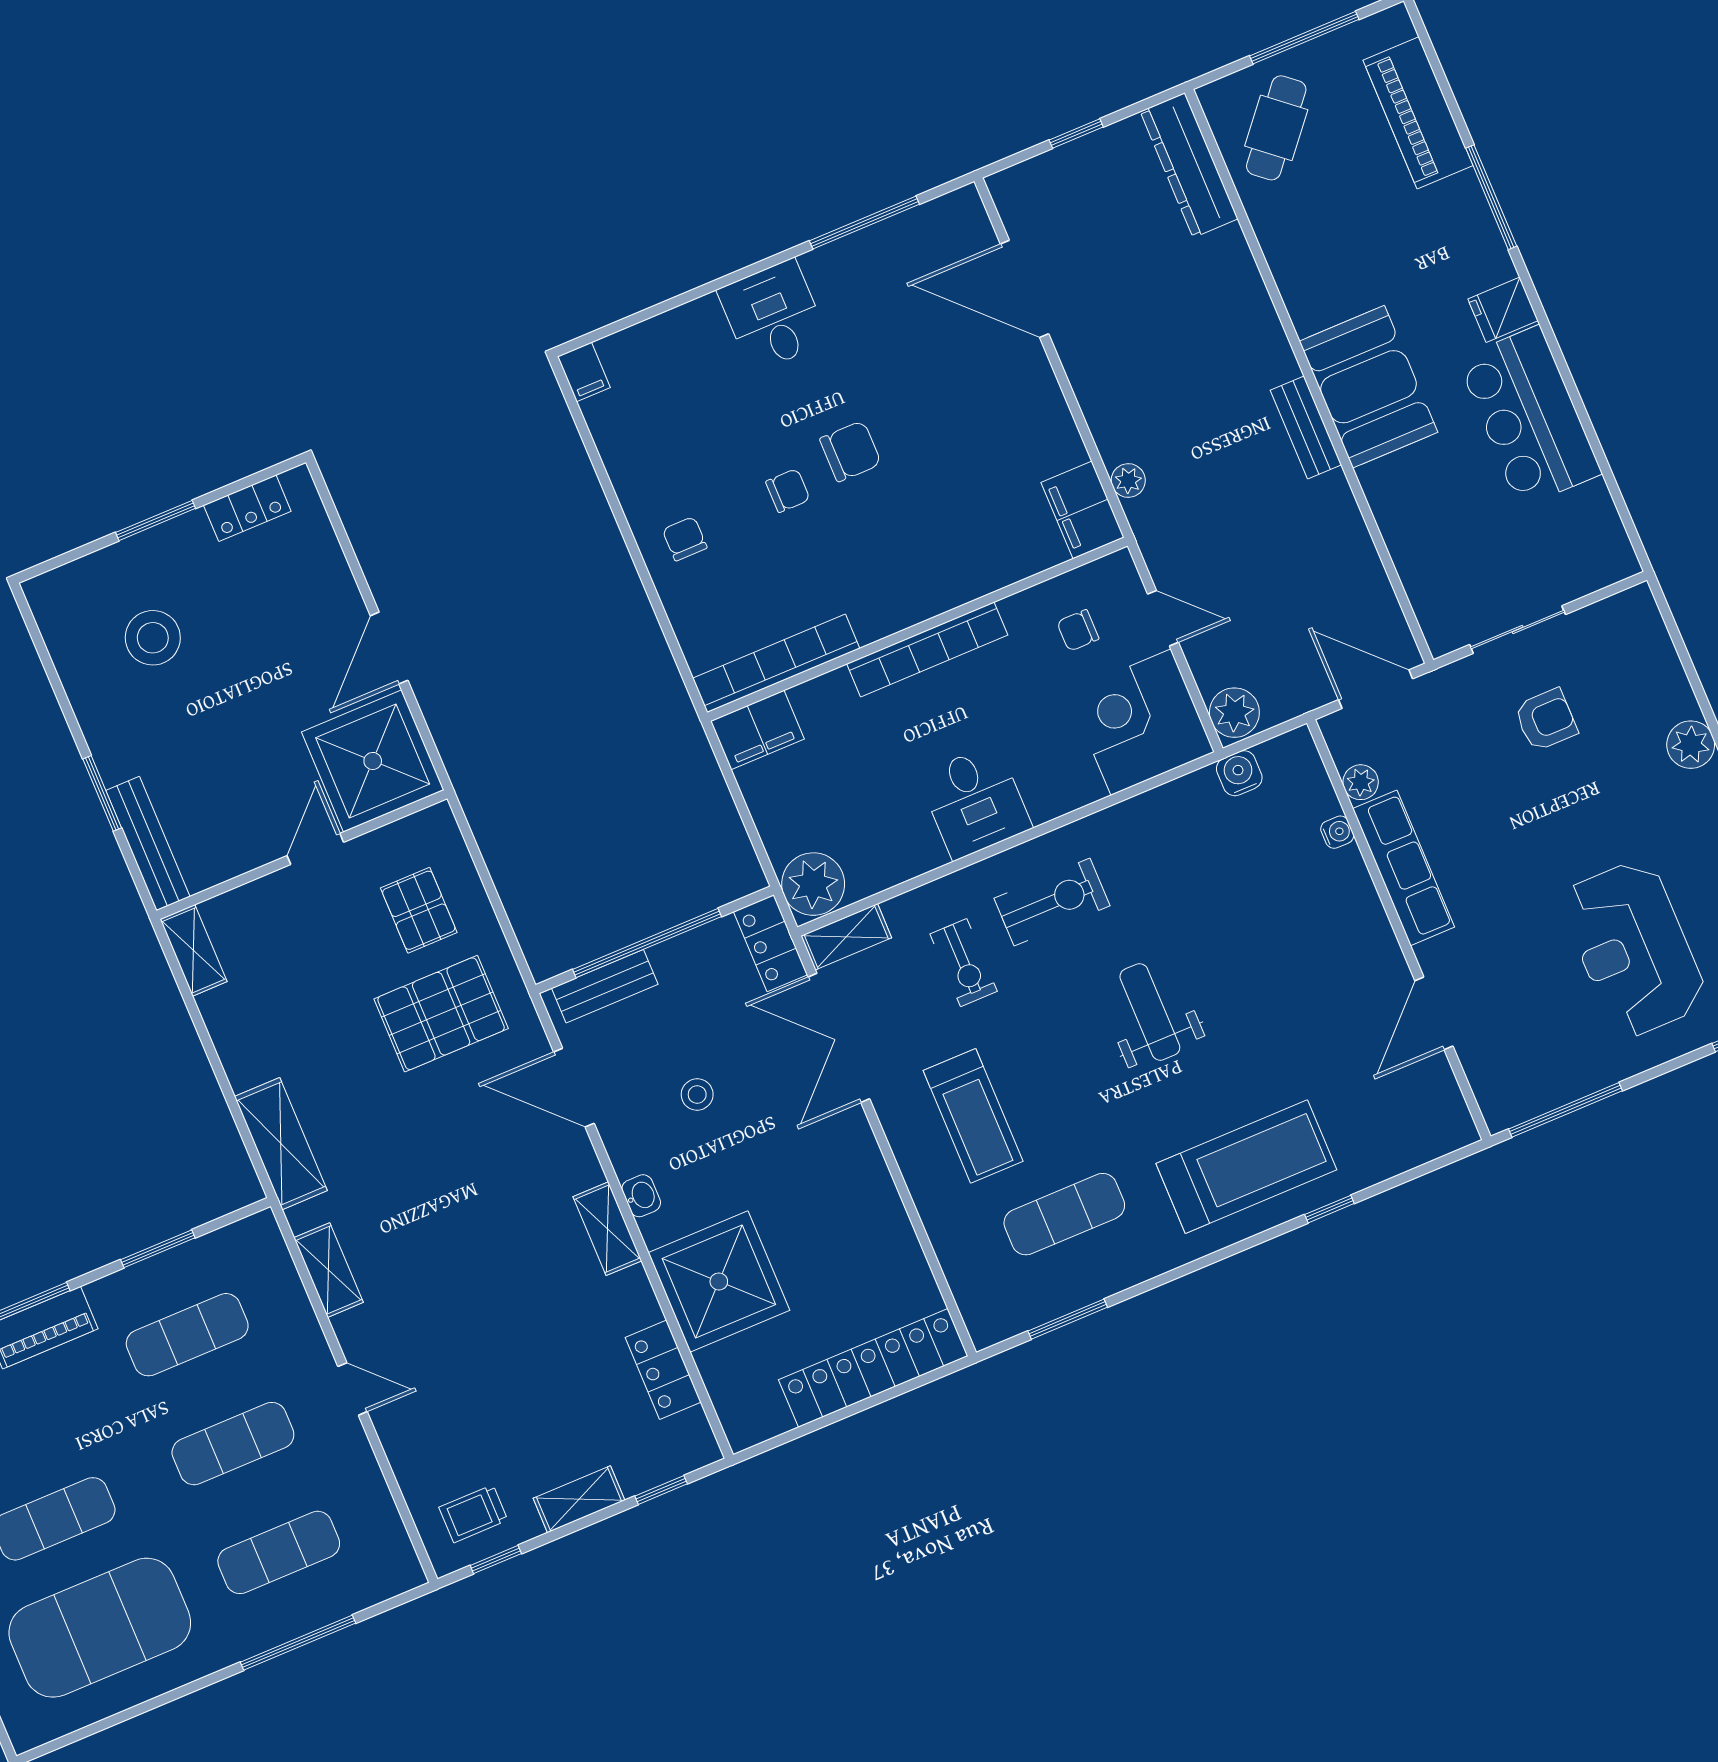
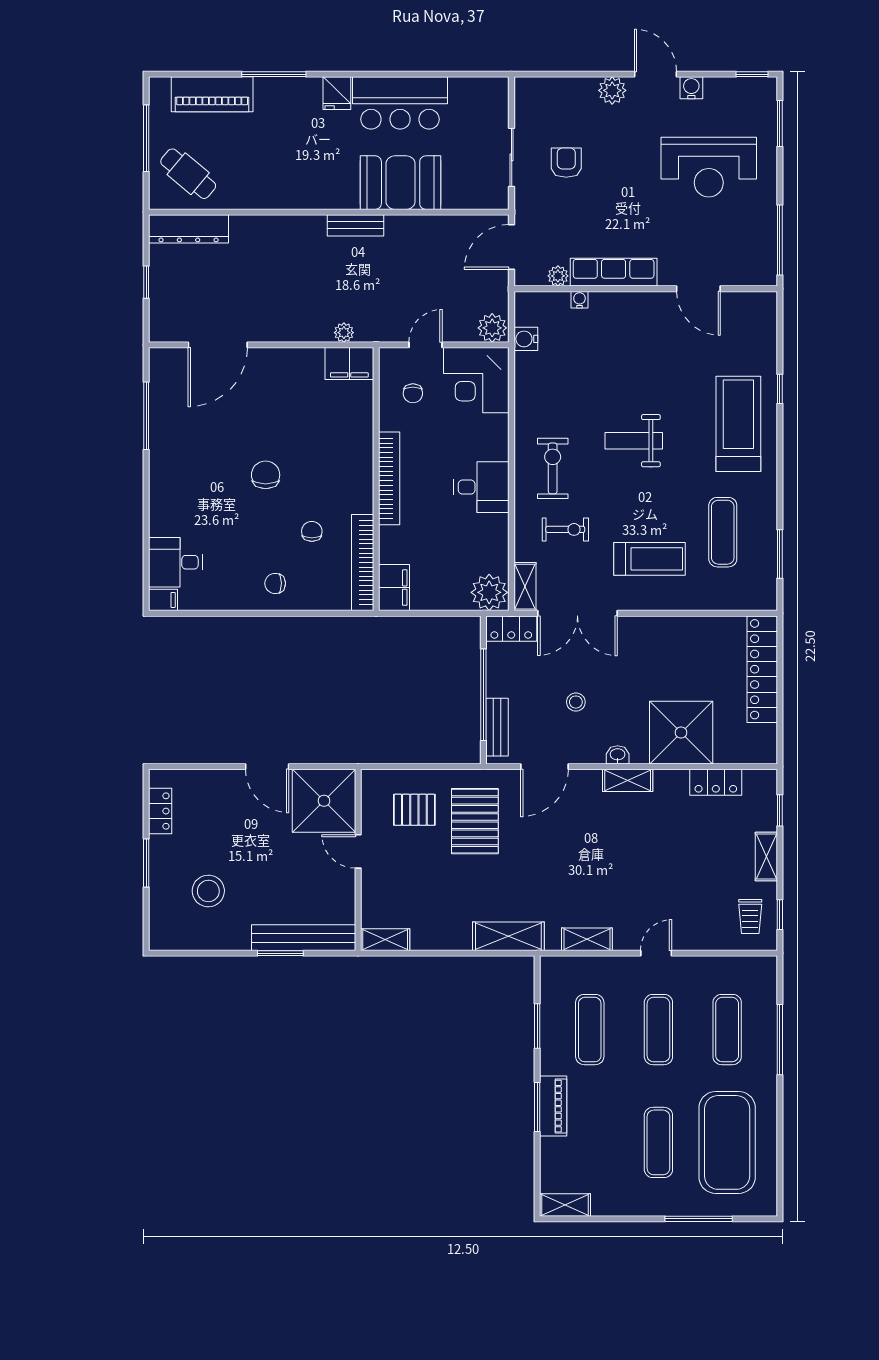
desk: (773, 316) -> (175, 562), moved
booth: (1368, 387) -> (401, 183), moved
chair: (788, 491) -> (312, 531), moved
bench: (148, 844) -> (304, 938), width x1.37, depth x1.21

